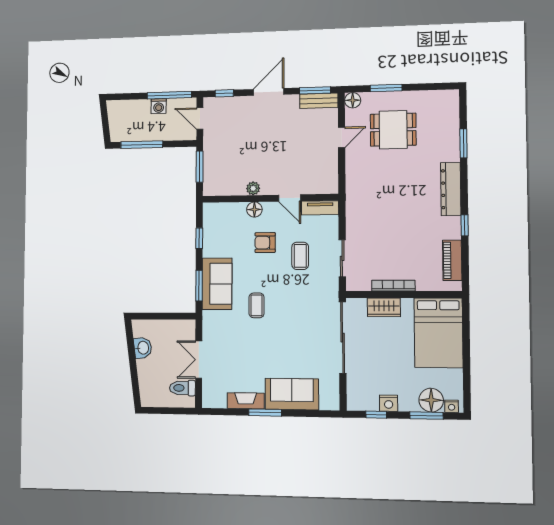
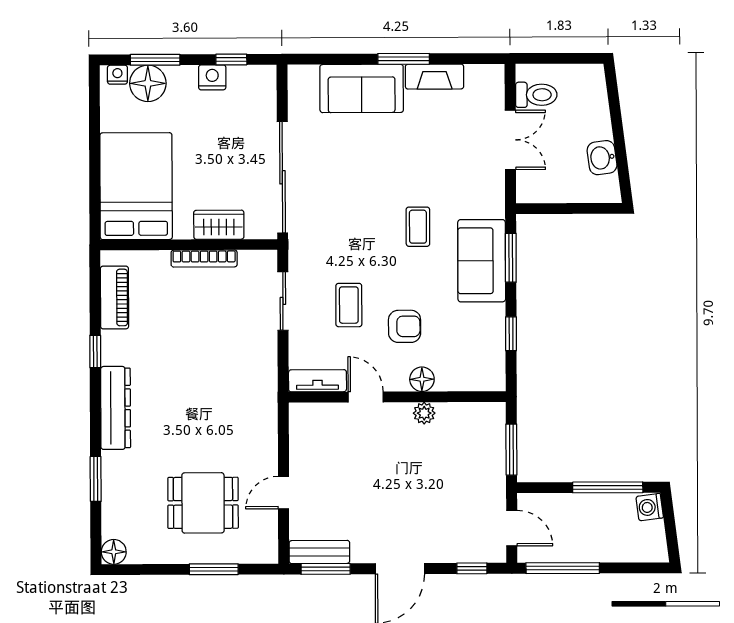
floor lamp: (353, 100) -> (114, 552), moved
washing machine: (159, 106) -> (650, 507), moved, turned -97

